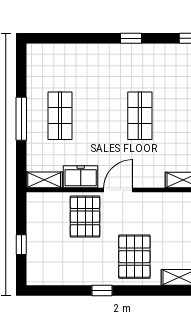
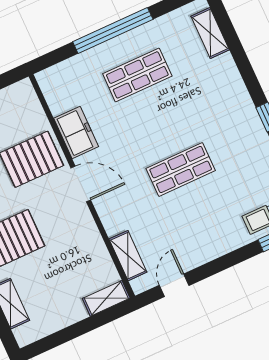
window: (21, 119) -> (113, 30), width x1.46
shelving: (44, 180) -> (210, 33), moved

